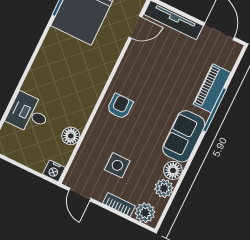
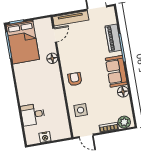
floor lamp: (71, 136) -> (52, 58), moved
side table: (117, 165) -> (81, 110), moved
nightstand: (54, 171) -> (45, 137), moved
plant: (164, 188) -> (125, 104), removed

